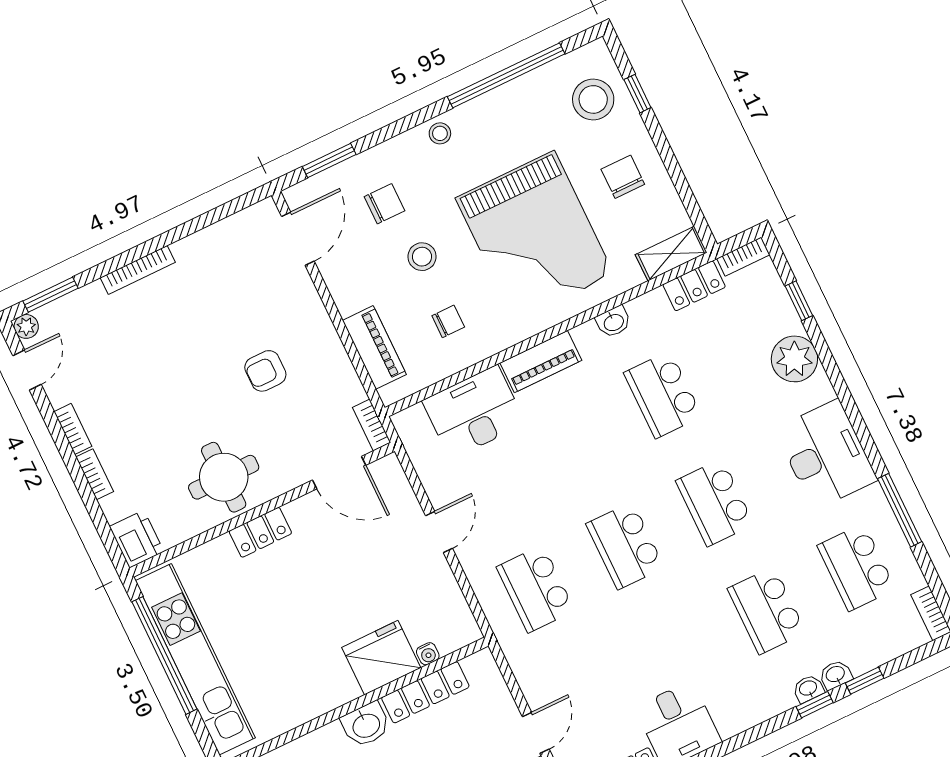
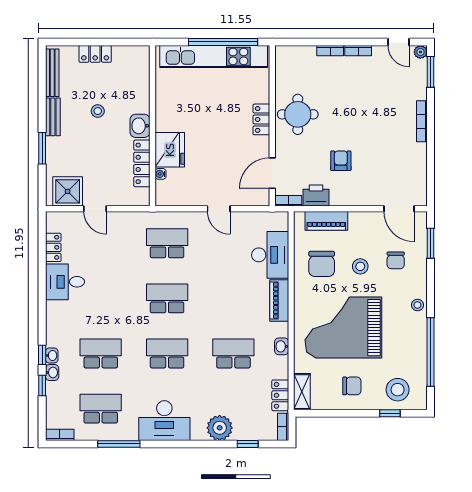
chair: (448, 321) -> (322, 264), width x1.87, depth x1.87
printer: (137, 539) -> (316, 195), moved, turned 180

